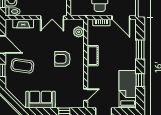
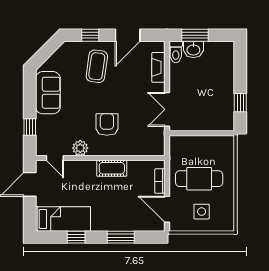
door: (121, 18) -> (167, 209), hinge flipped
plant: (79, 32) -> (80, 148), moved

